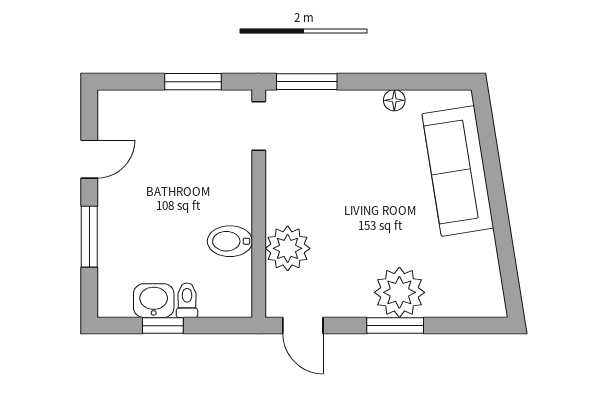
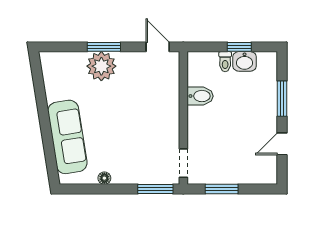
plant: (288, 248) -> (167, 92), removed

